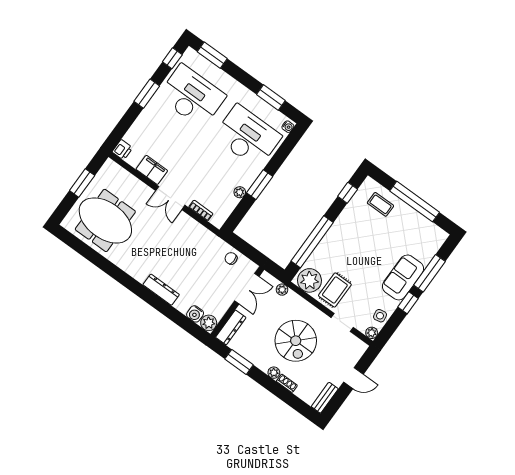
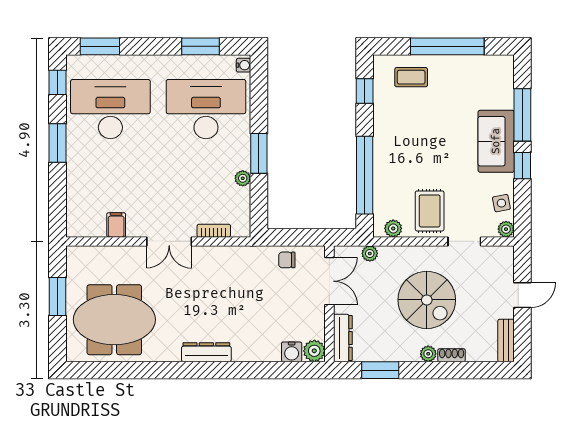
printer: (122, 150) -> (76, 226), removed
filing cabinet: (152, 170) -> (116, 225), width x0.50
plant: (309, 280) -> (393, 228), width x0.53, depth x0.53
dresser: (161, 290) -> (206, 352), moved

